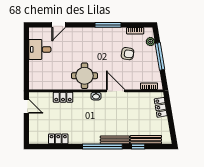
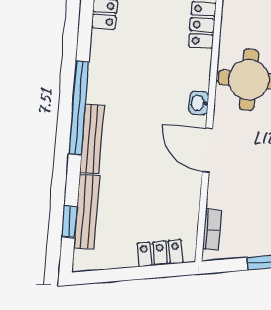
door: (116, 91) -> (207, 150), swing flipped
window: (138, 147) -> (70, 221), moved

